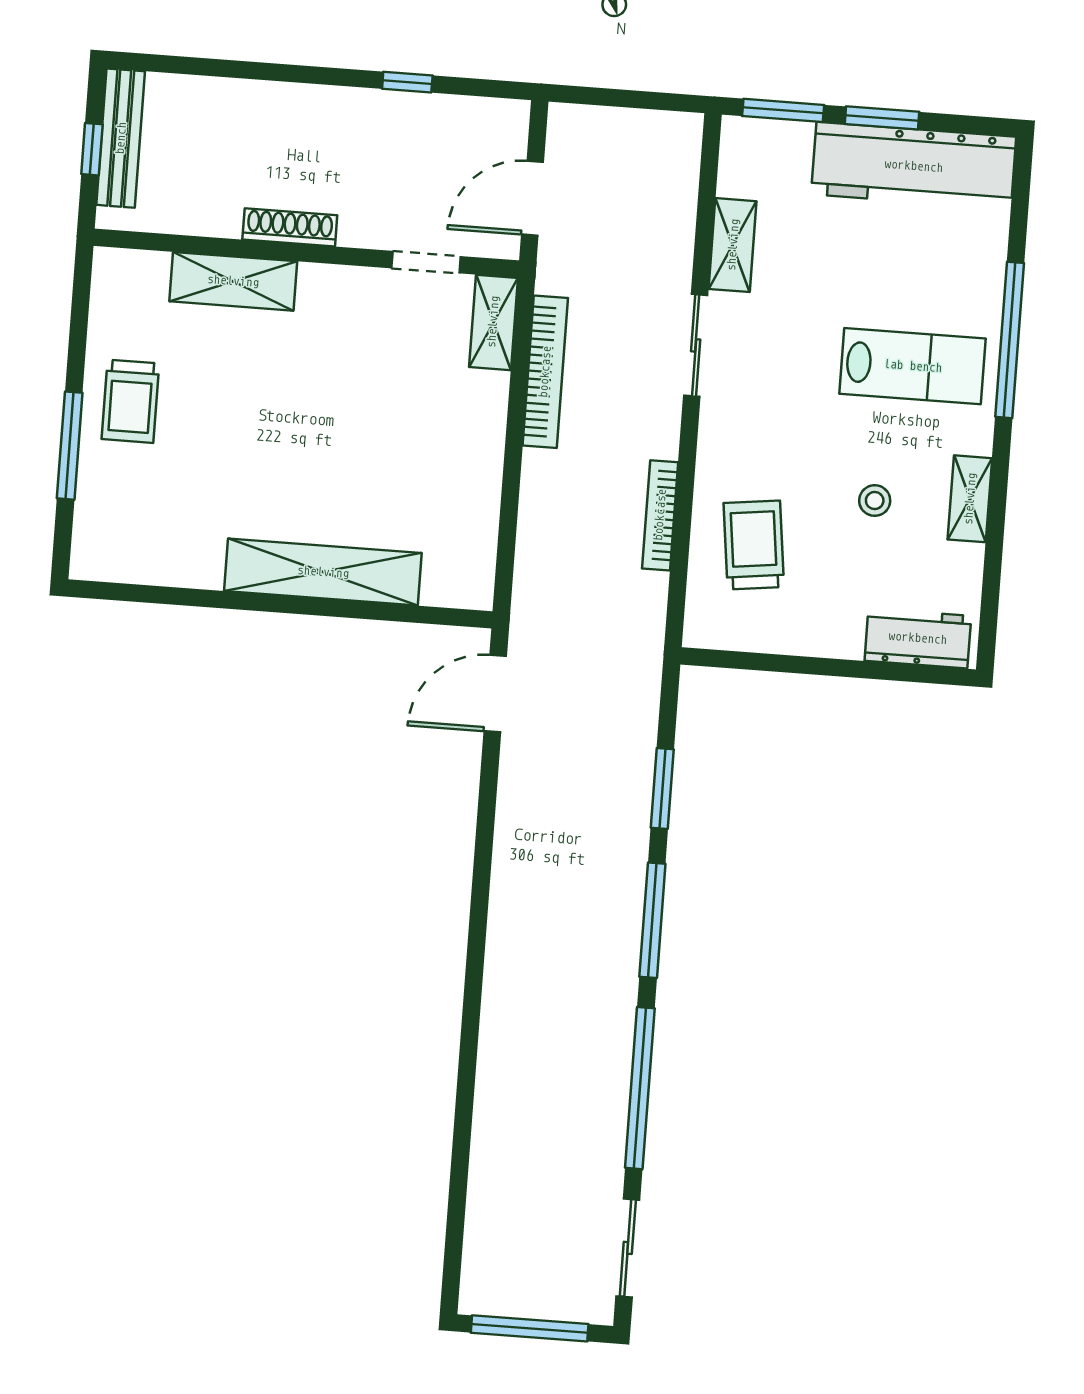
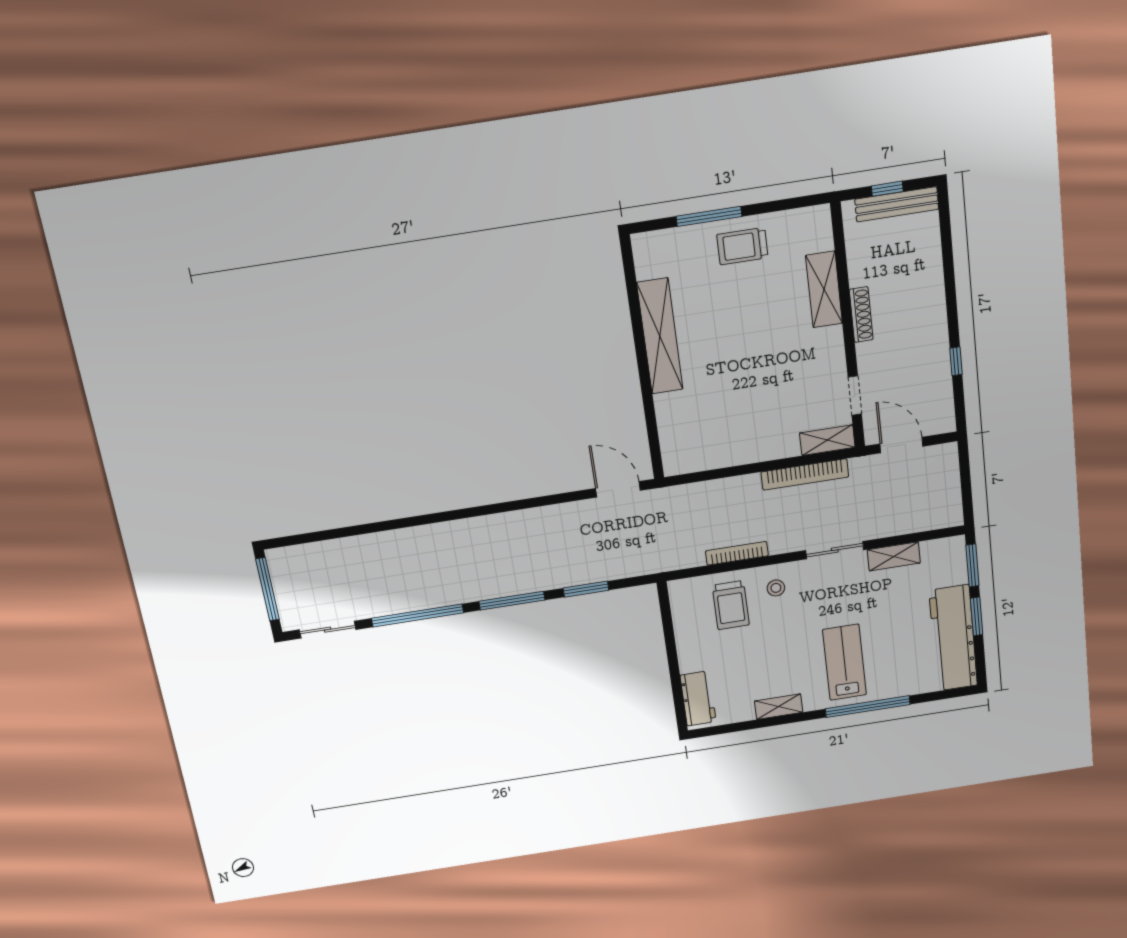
lab bench: (913, 366) -> (844, 662), turned 180
stool: (875, 501) -> (776, 588), moved
trolley: (754, 545) -> (731, 605), turned 97
shelving: (323, 572) -> (660, 336), moved

